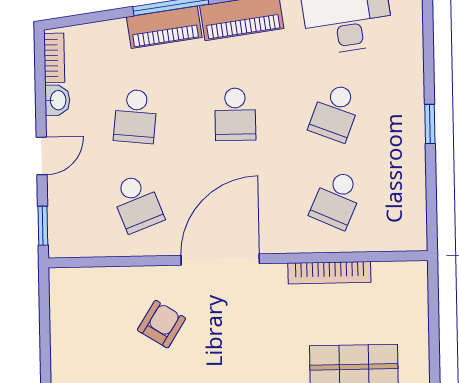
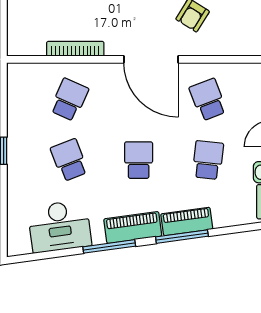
school desk: (335, 112) -> (69, 160), turned -42
door: (220, 260) -> (151, 59), hinge flipped

